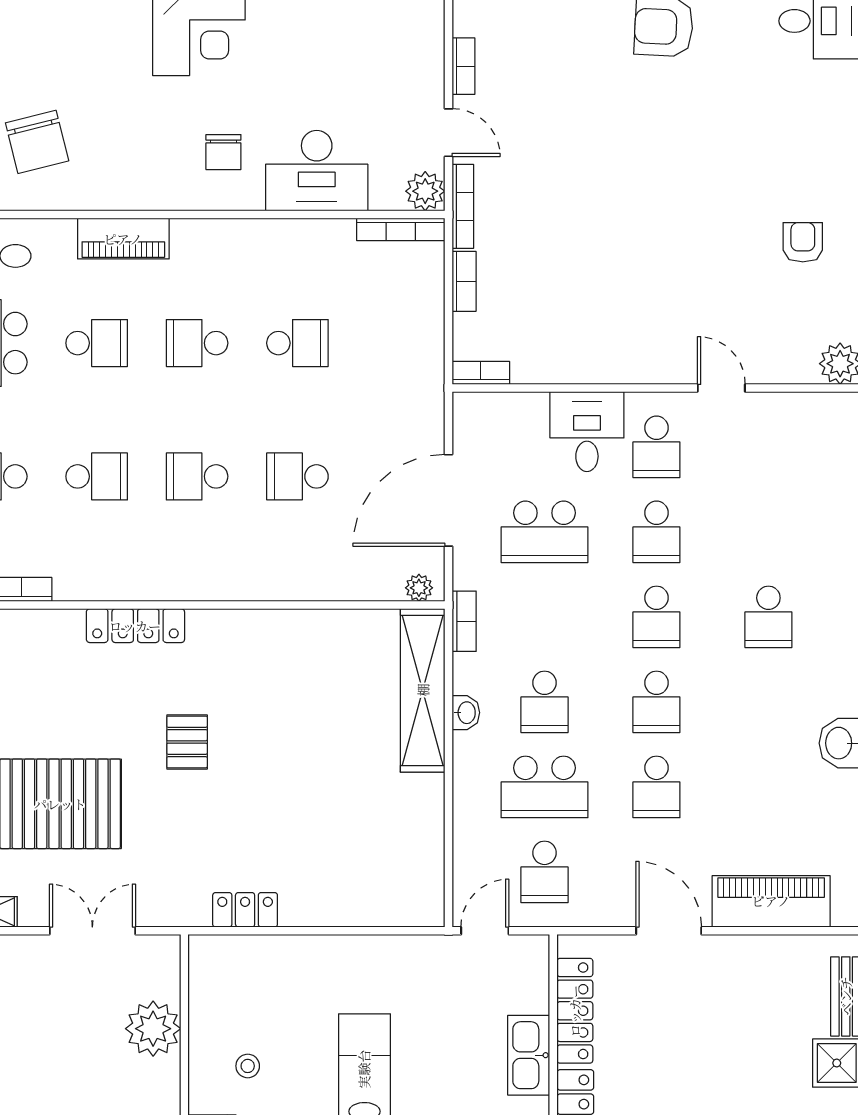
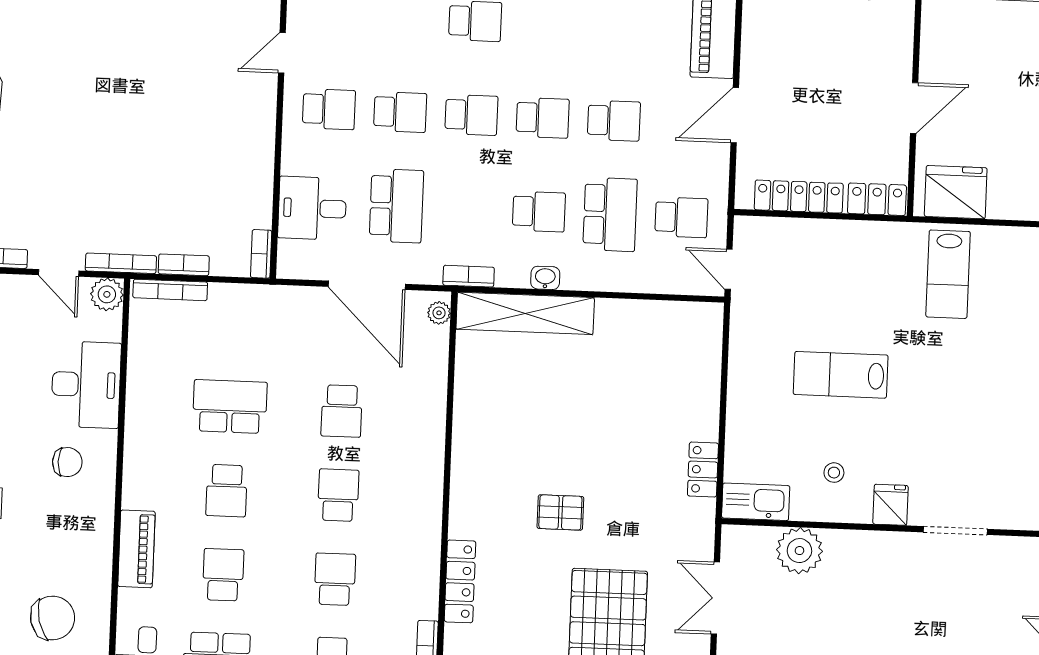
door: (448, 133) -> (59, 273), swing flipped
bookcase: (401, 229) -> (170, 290), moved, turned 90
school desk: (297, 343) -> (230, 407), width x1.85
desk: (587, 432) -> (312, 208), moved
school desk: (197, 476) -> (338, 495), turned 180
locker: (135, 626) -> (460, 581), moved
kitchen sink: (529, 1055) -> (756, 502), moved, turned 180

